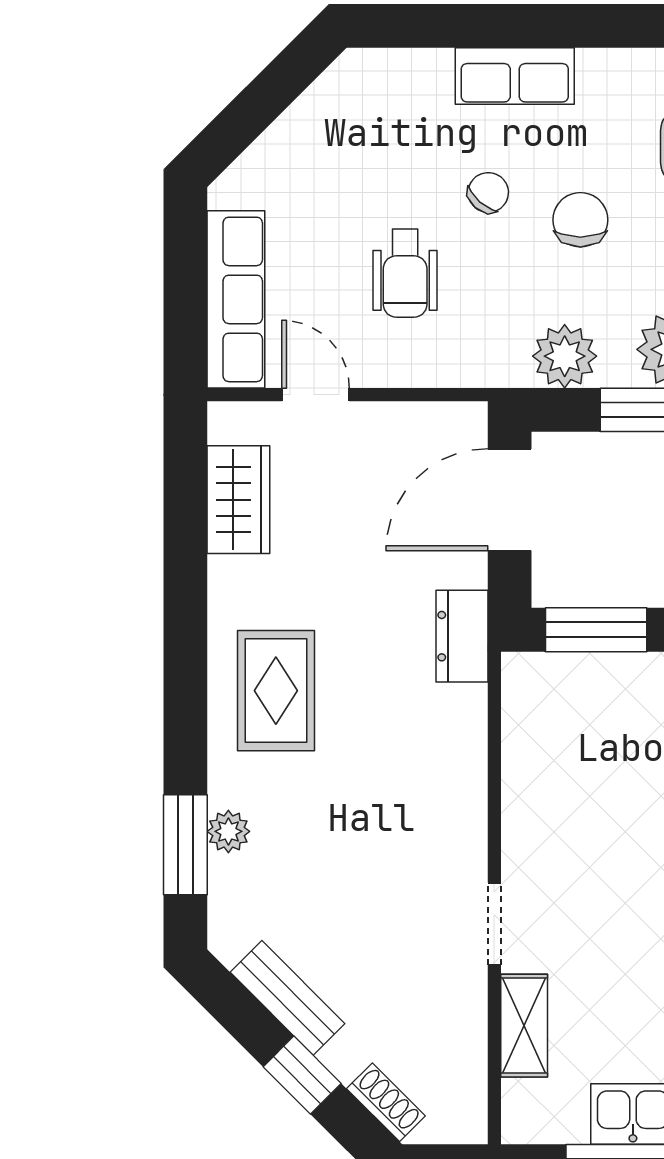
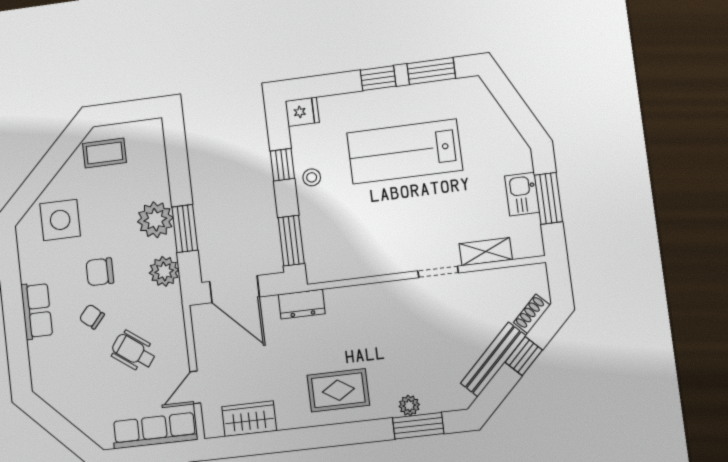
wheelchair: (405, 273) -> (134, 351), turned -144
bench: (288, 998) -> (493, 359), width x1.36

